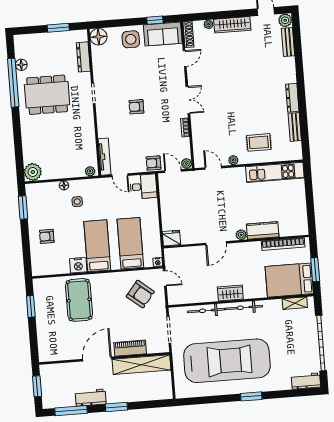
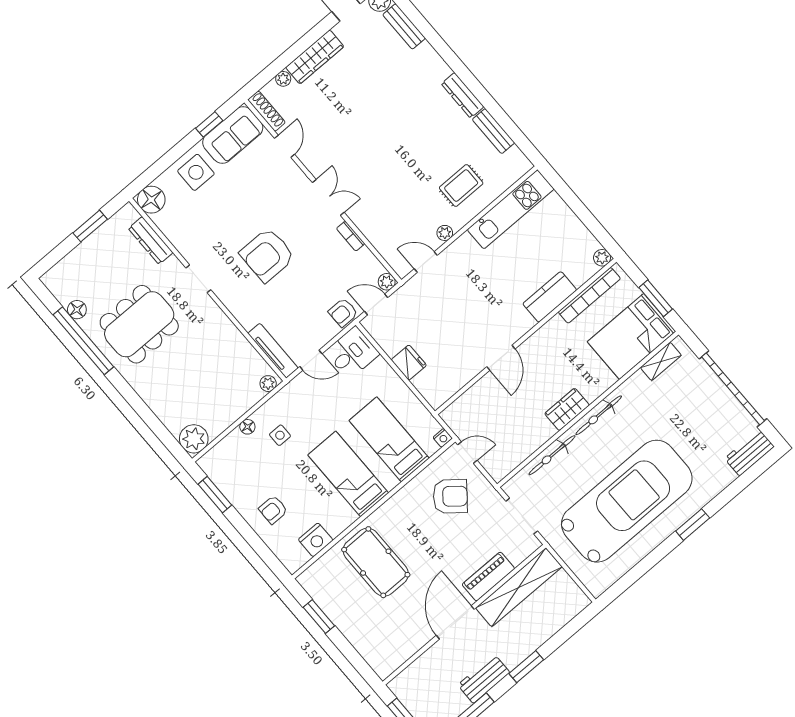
armchair: (136, 107) -> (267, 255), width x1.88, depth x1.88
plant: (241, 235) -> (602, 258), moved
fridge: (171, 238) -> (409, 363), moved, turned 90
nightstand: (78, 265) -> (316, 540), moved

